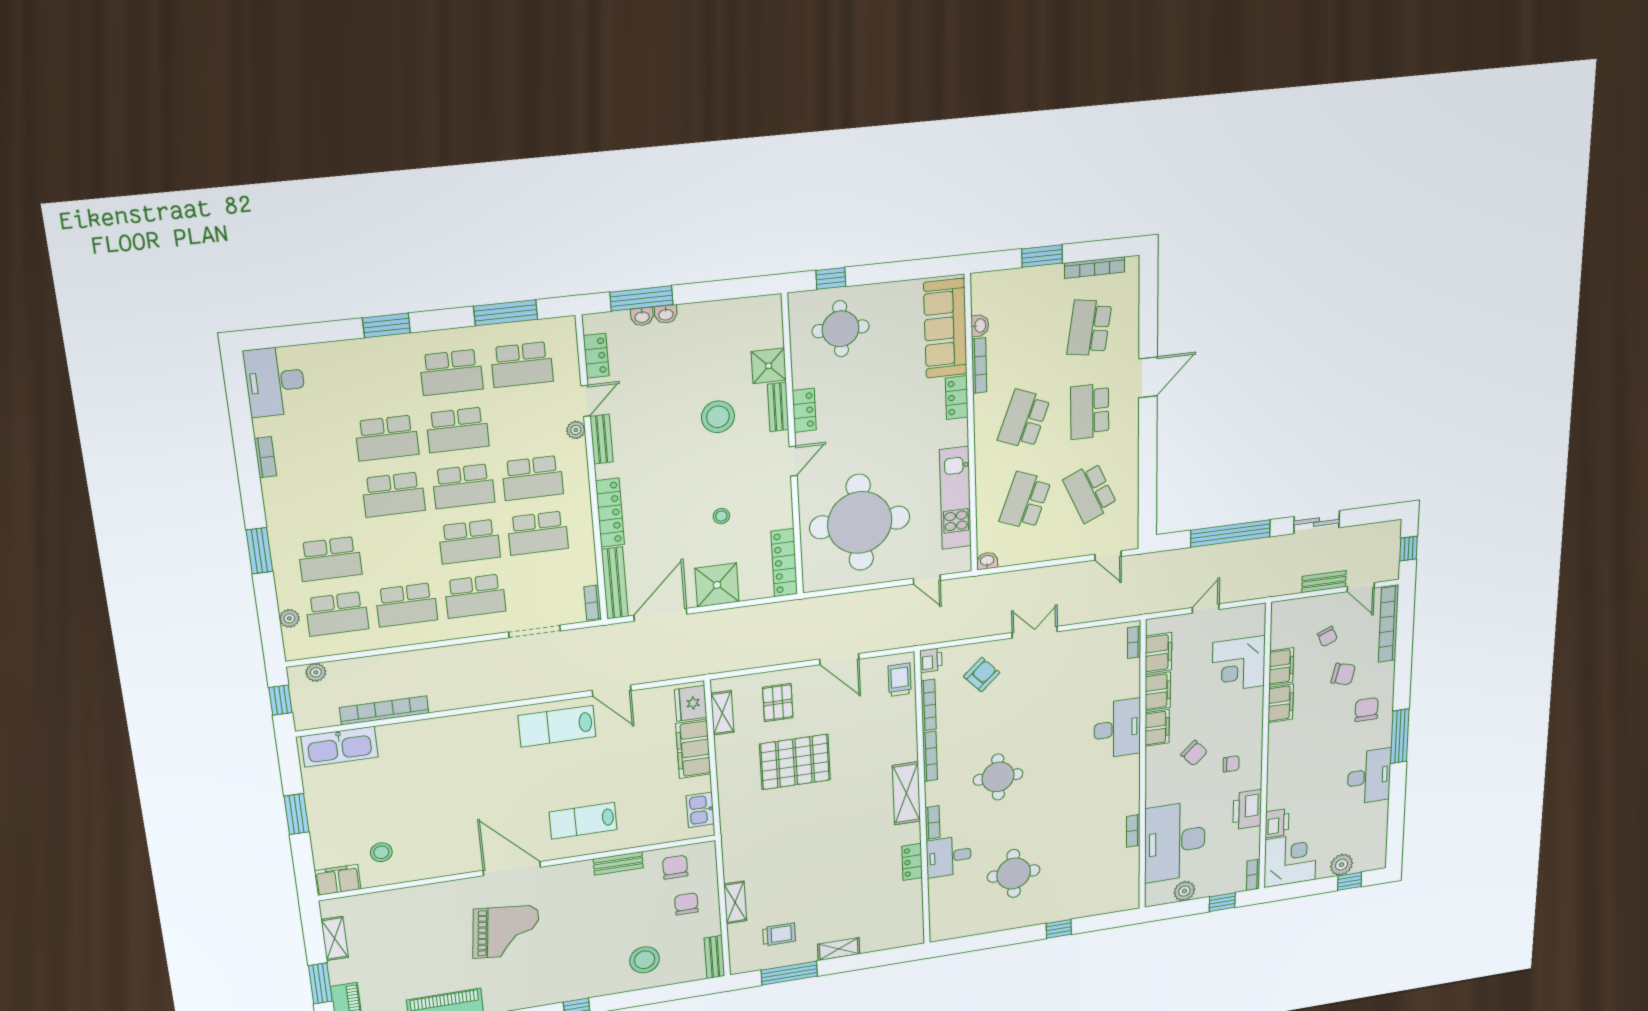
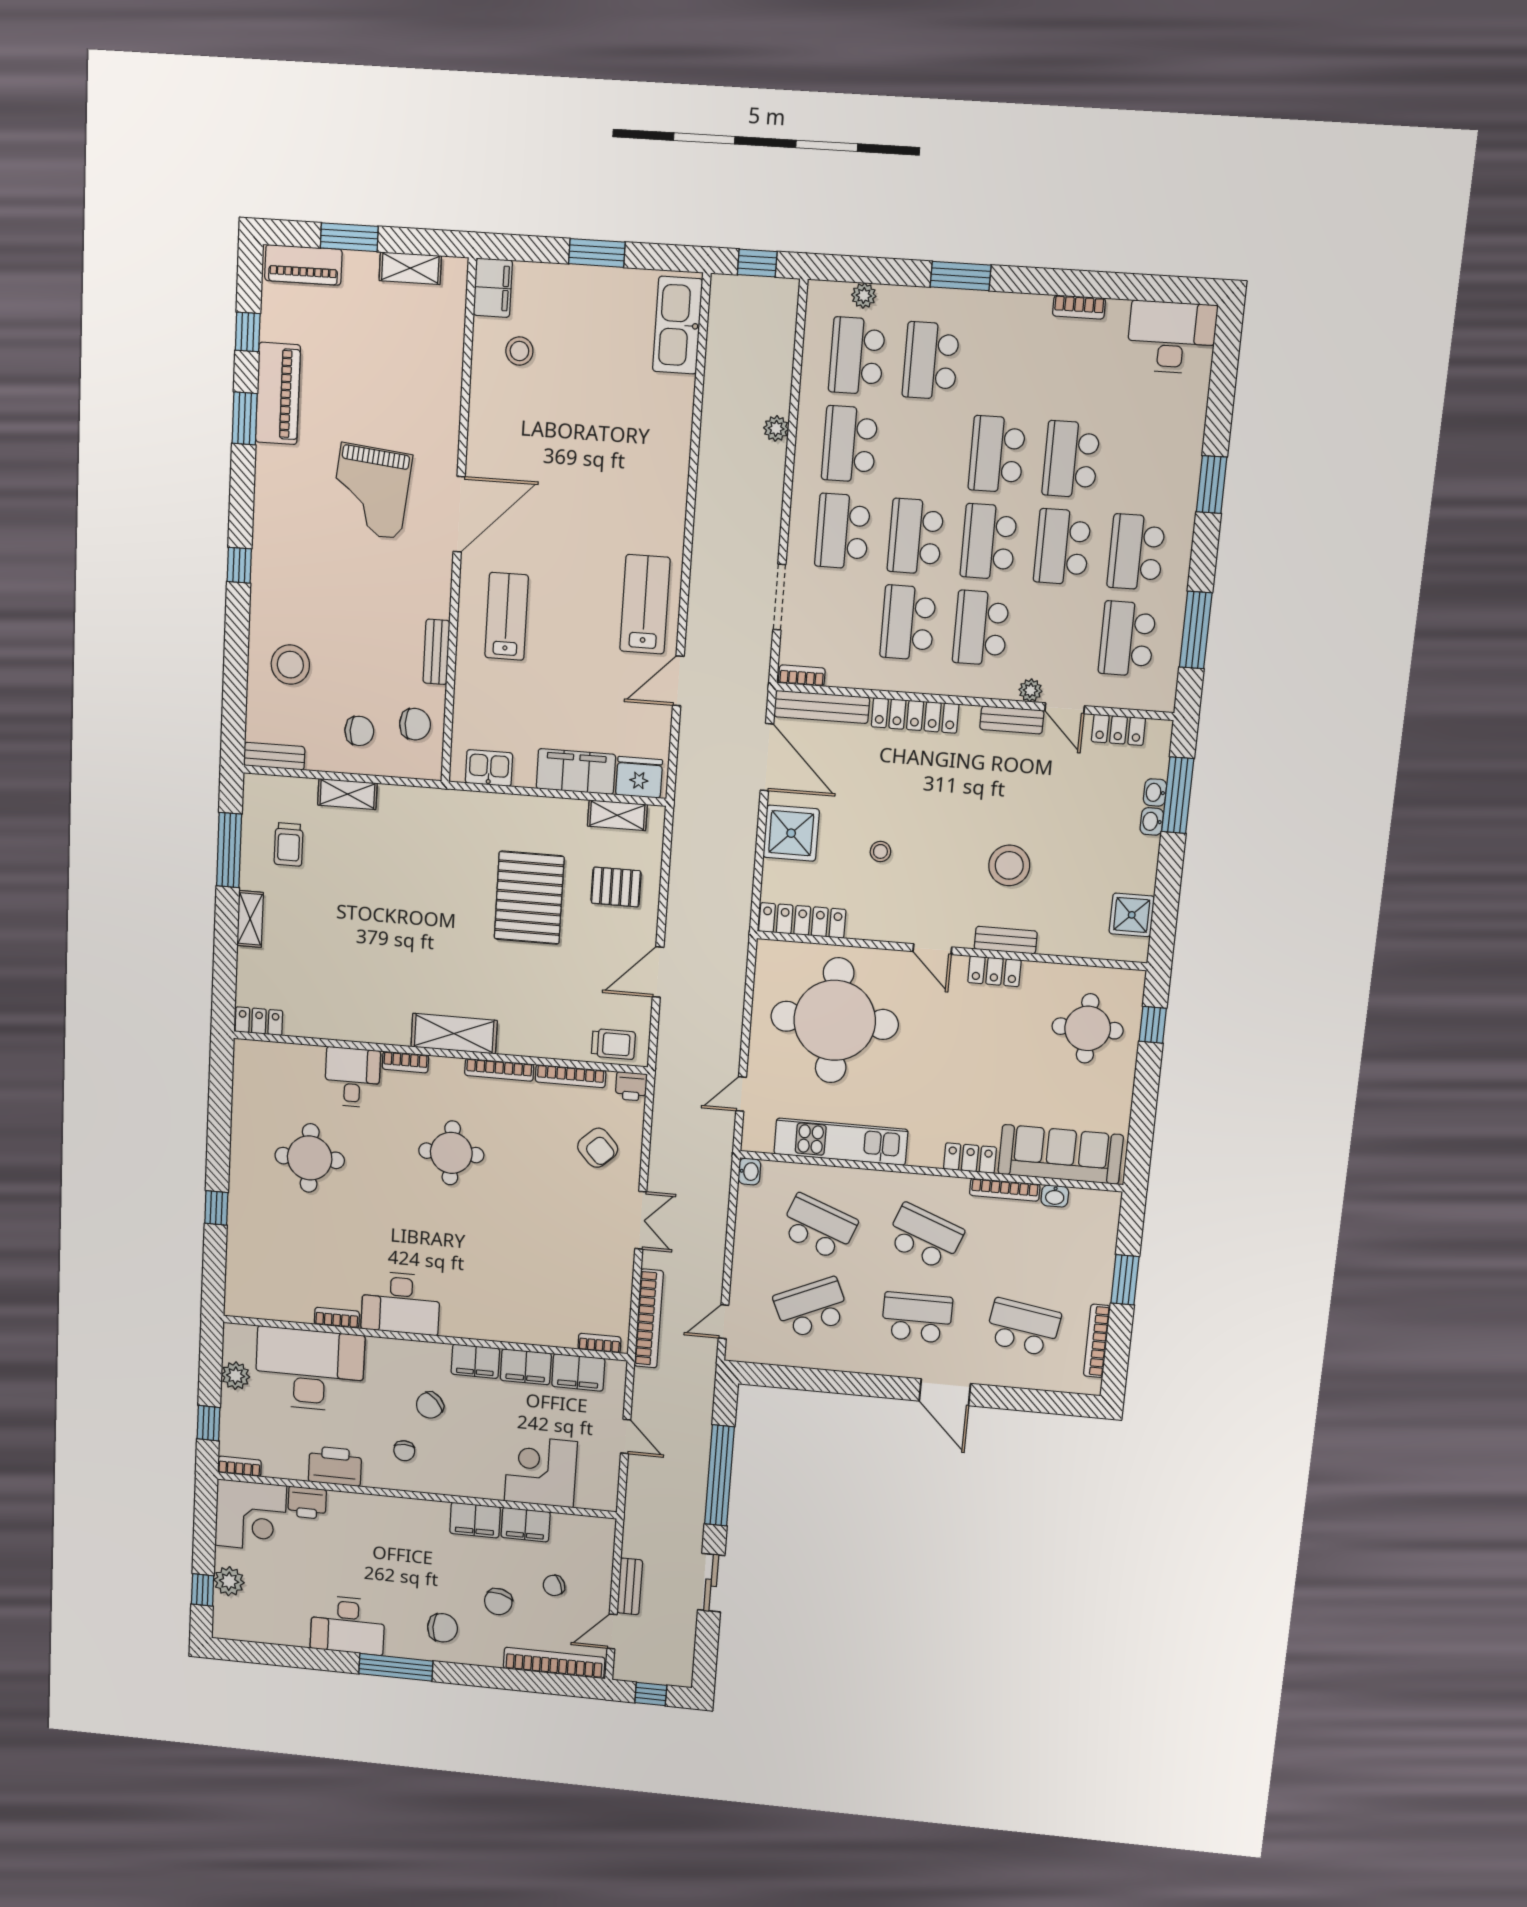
shower: (769, 366) -> (1132, 915), moved
plant: (316, 672) -> (776, 428), moved
bookcase: (384, 710) -> (649, 1319), moved
desk: (1117, 729) -> (401, 1303), moved
locker: (912, 862) -> (259, 1021), moved

